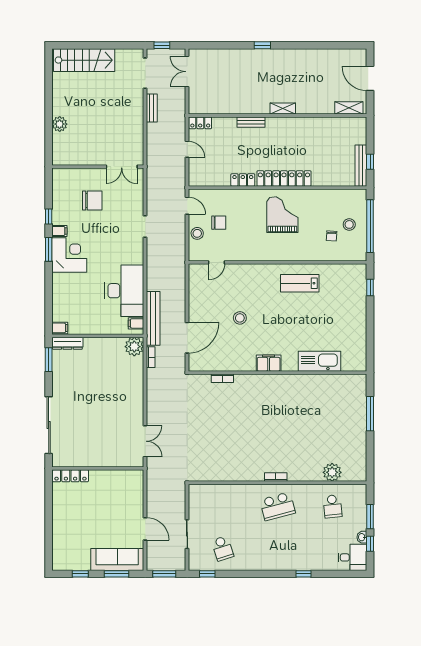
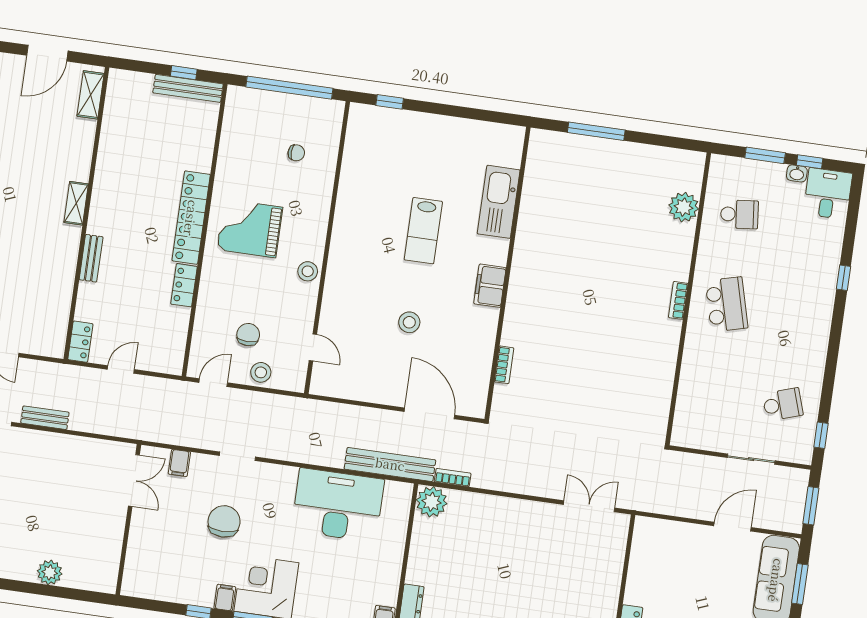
chair: (92, 201) -> (224, 521), moved
stool: (349, 224) -> (308, 271), moved
lab bench: (300, 283) -> (423, 231), moved
filing cabinet: (136, 323) -> (179, 463), moved

